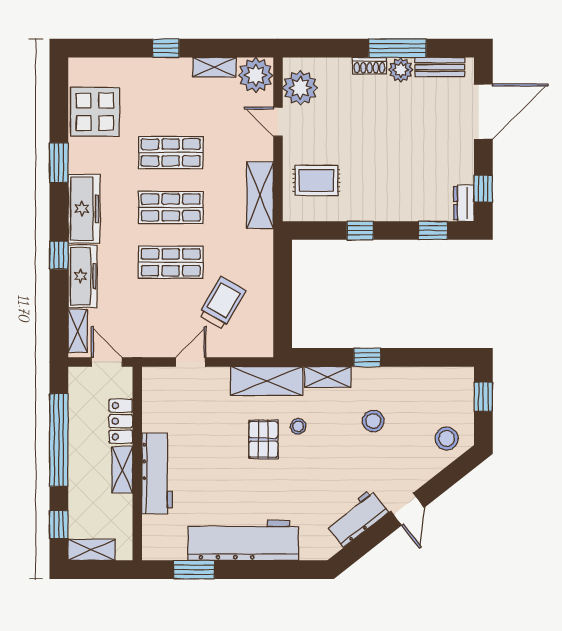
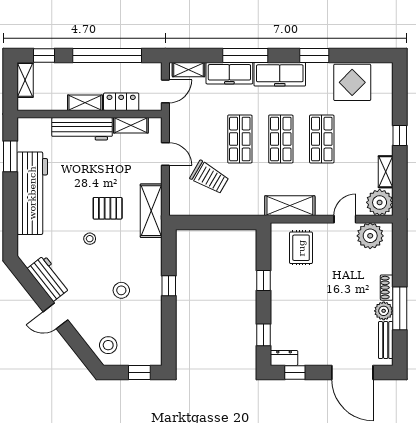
window: (59, 255) -> (245, 55), width x2.17
shelving: (328, 377) -> (131, 125), moved, turned 90
stool: (298, 426) -> (90, 239), moved

